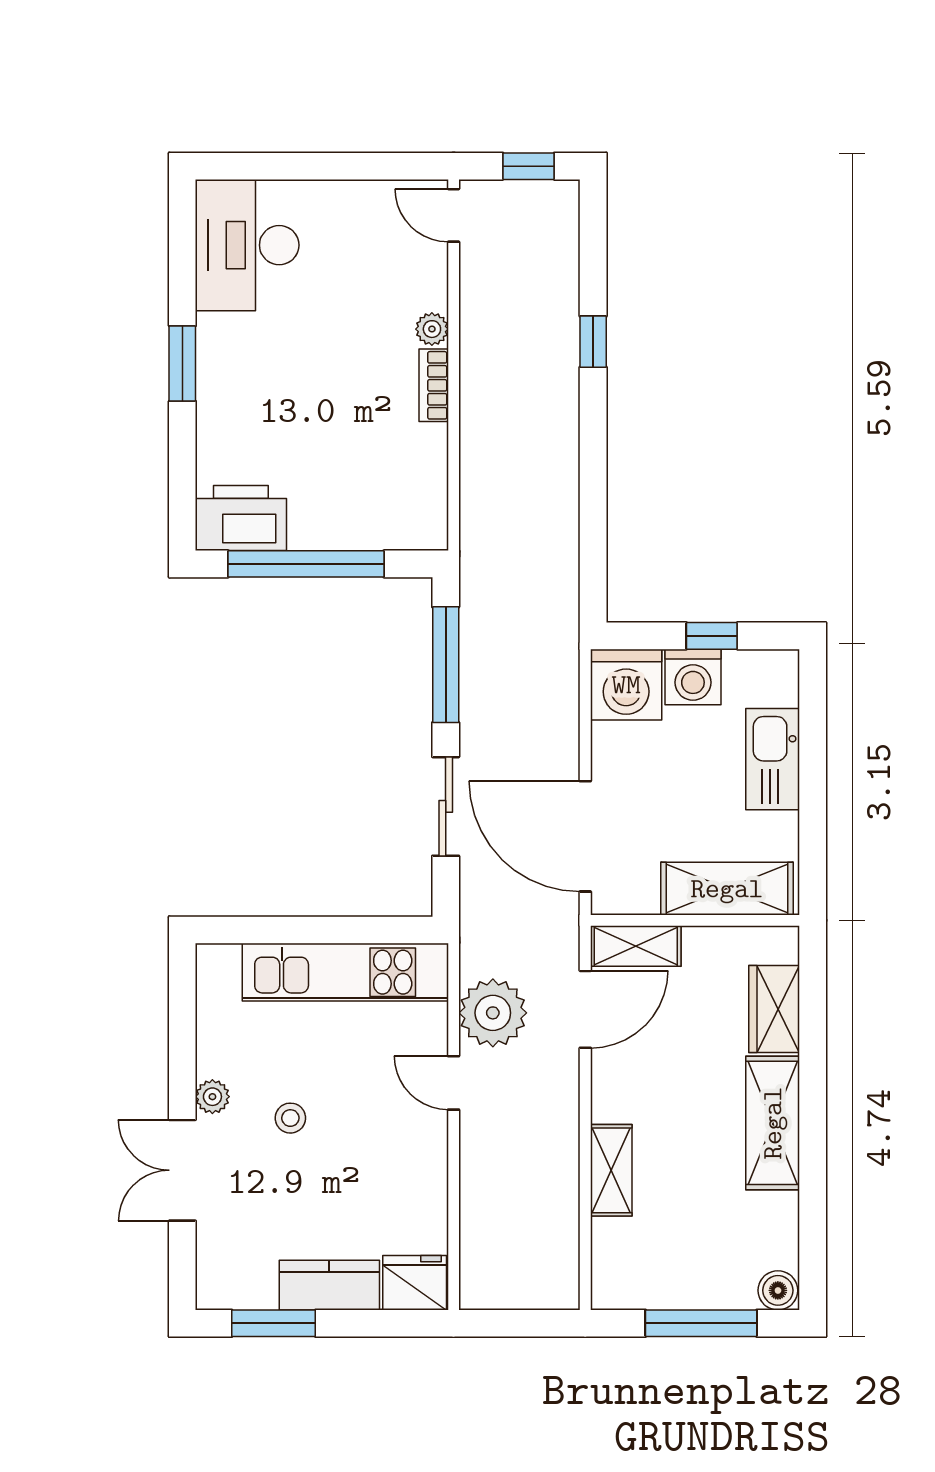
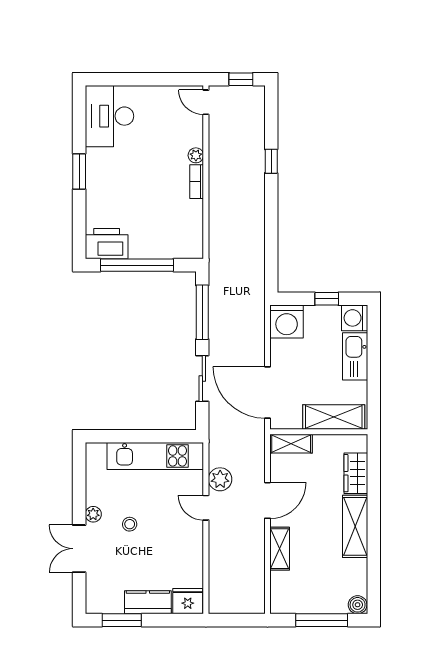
washing machine: (693, 677) -> (355, 318), moved, turned 90
door: (585, 1009) -> (268, 500), moved
plant: (493, 1013) -> (220, 479), width x0.73, depth x0.73

